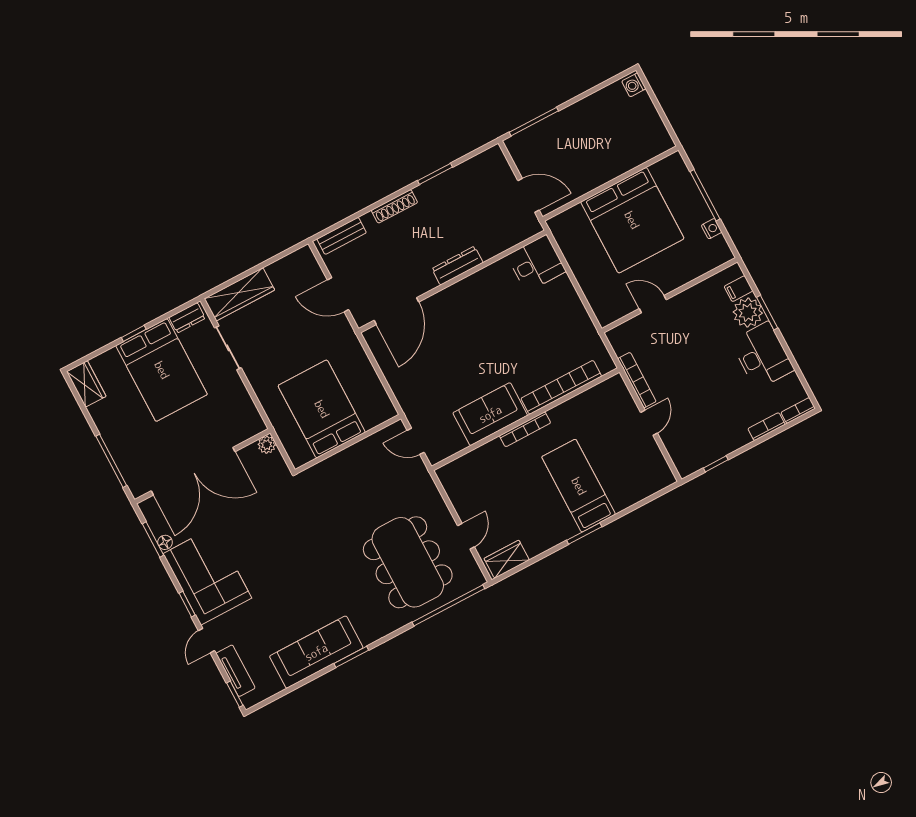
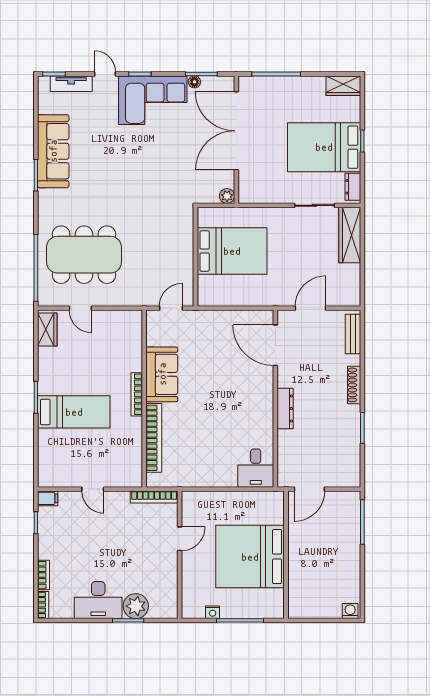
filing cabinet: (739, 289) -> (48, 498), moved, turned 90
bookcase: (637, 380) -> (154, 497), moved

